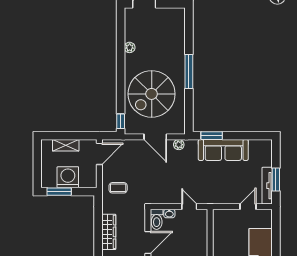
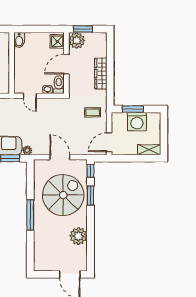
plant: (130, 47) -> (78, 236), width x1.87, depth x1.87
window: (121, 93) -> (90, 195), added
shelving: (66, 145) -> (149, 150), moved
plant: (179, 145) -> (27, 150), moved
window: (59, 192) -> (133, 109), moved

